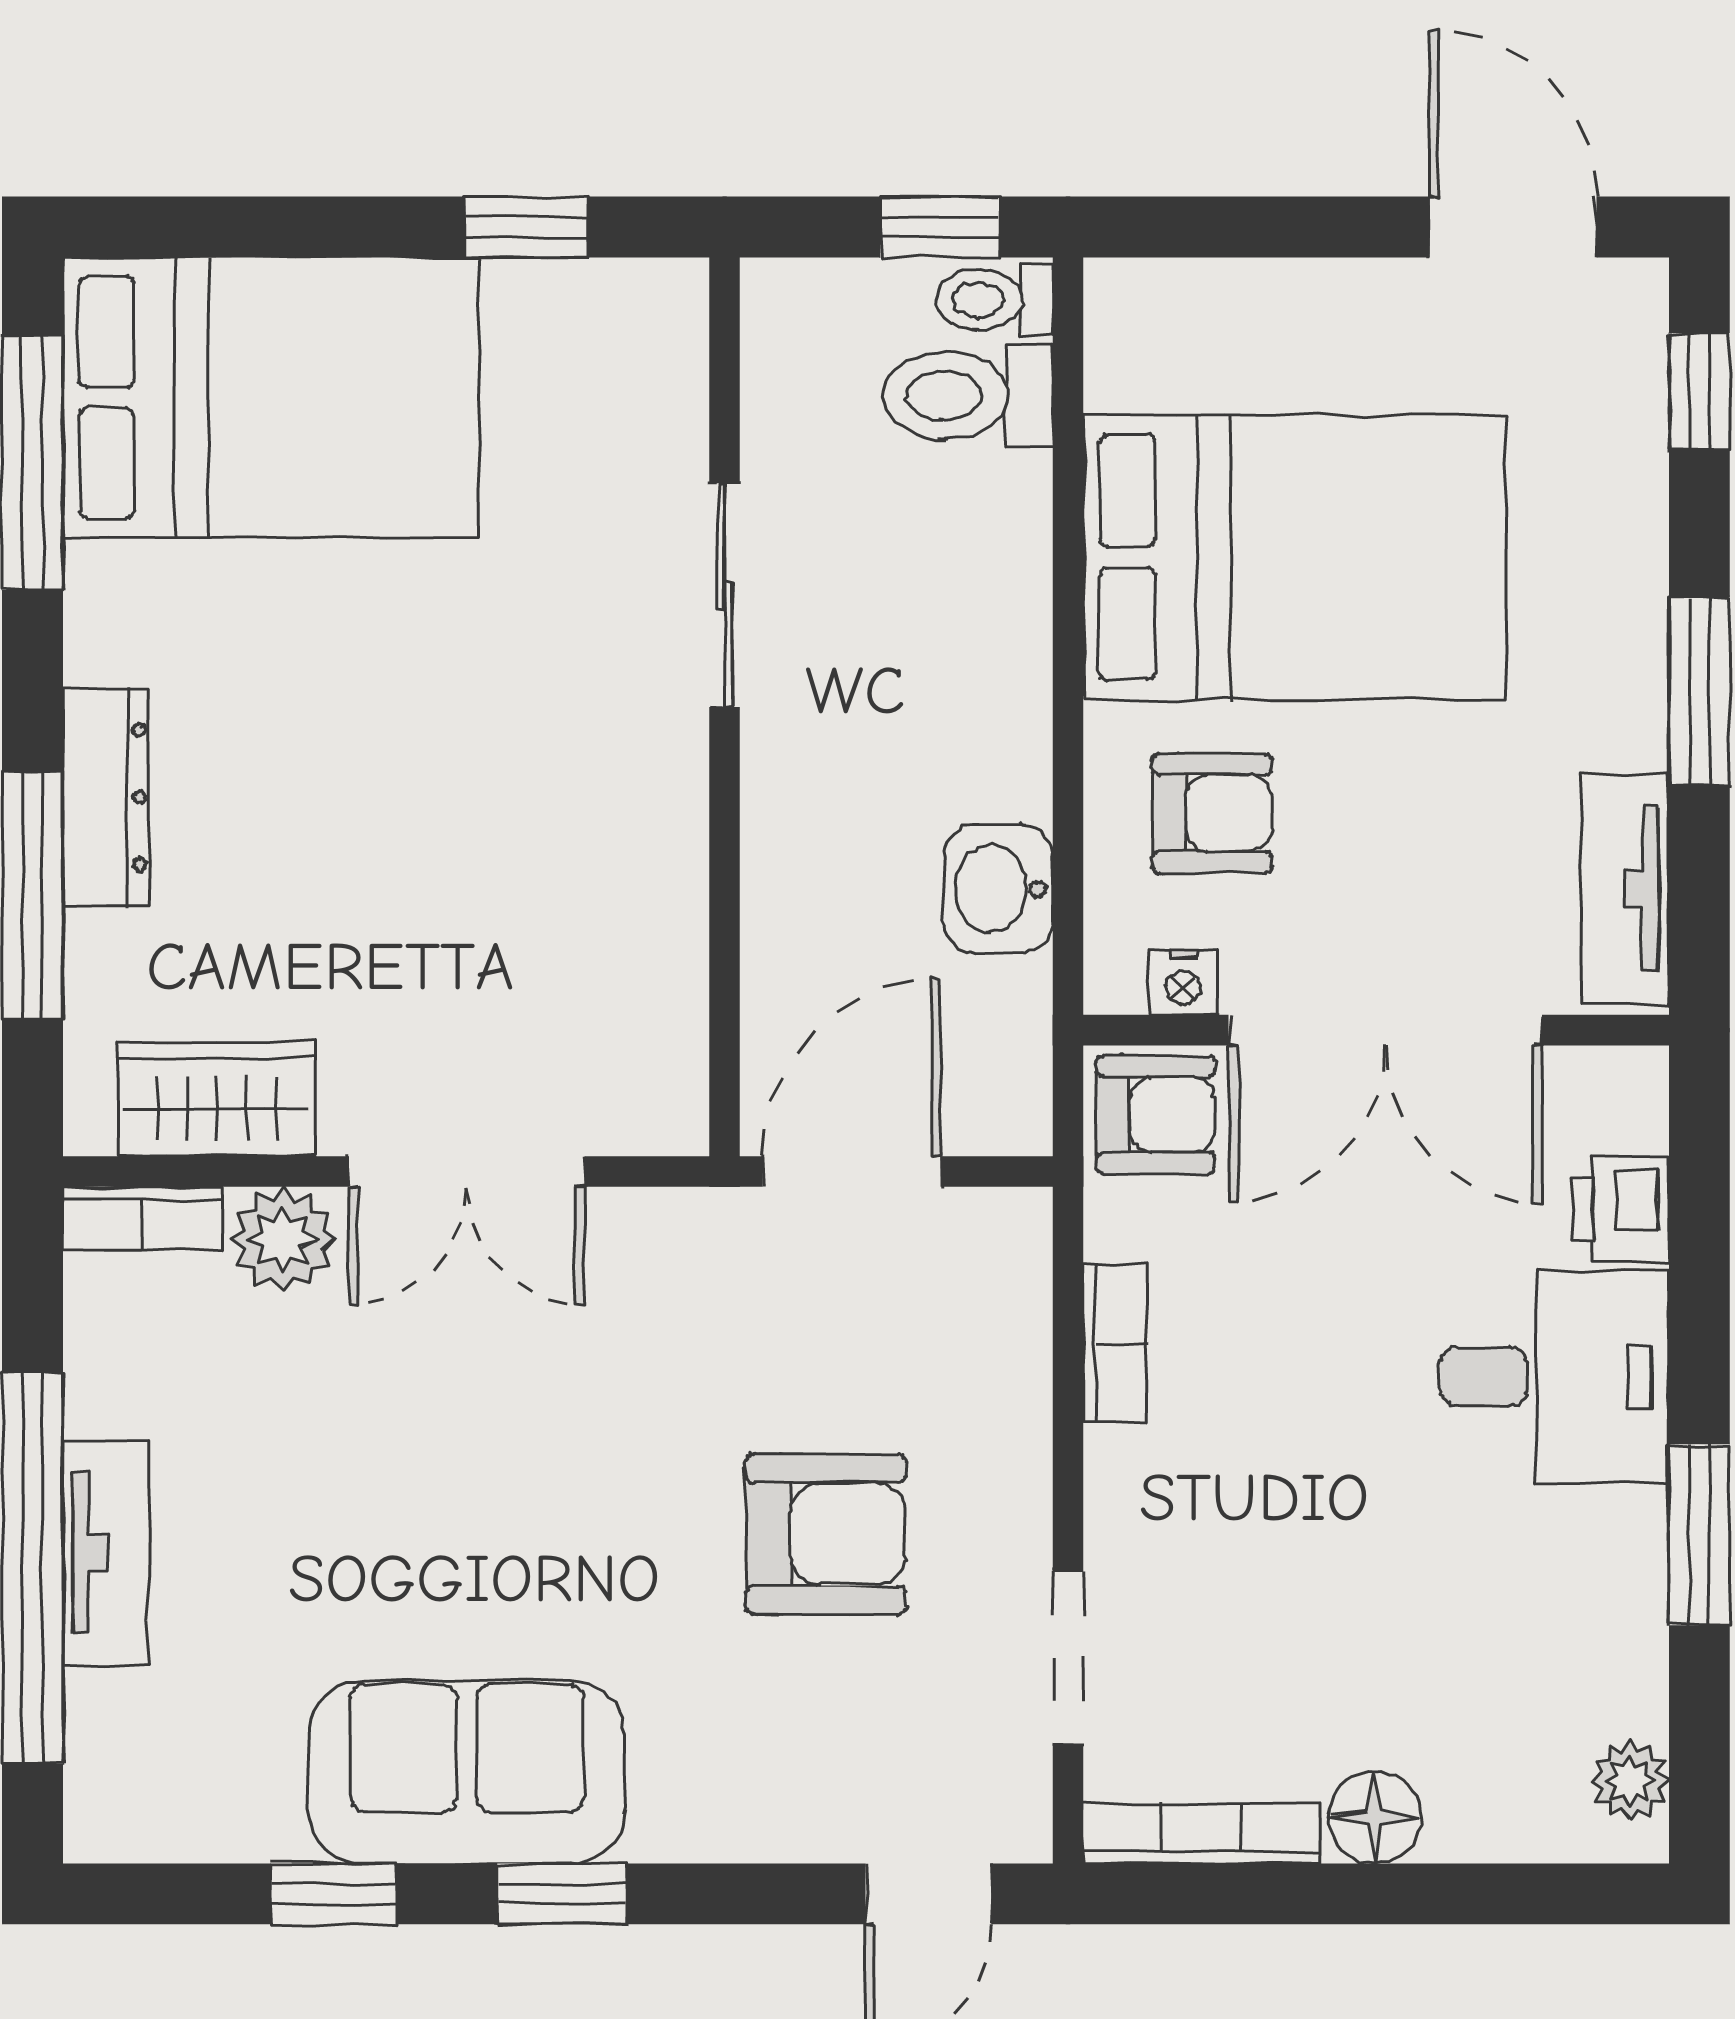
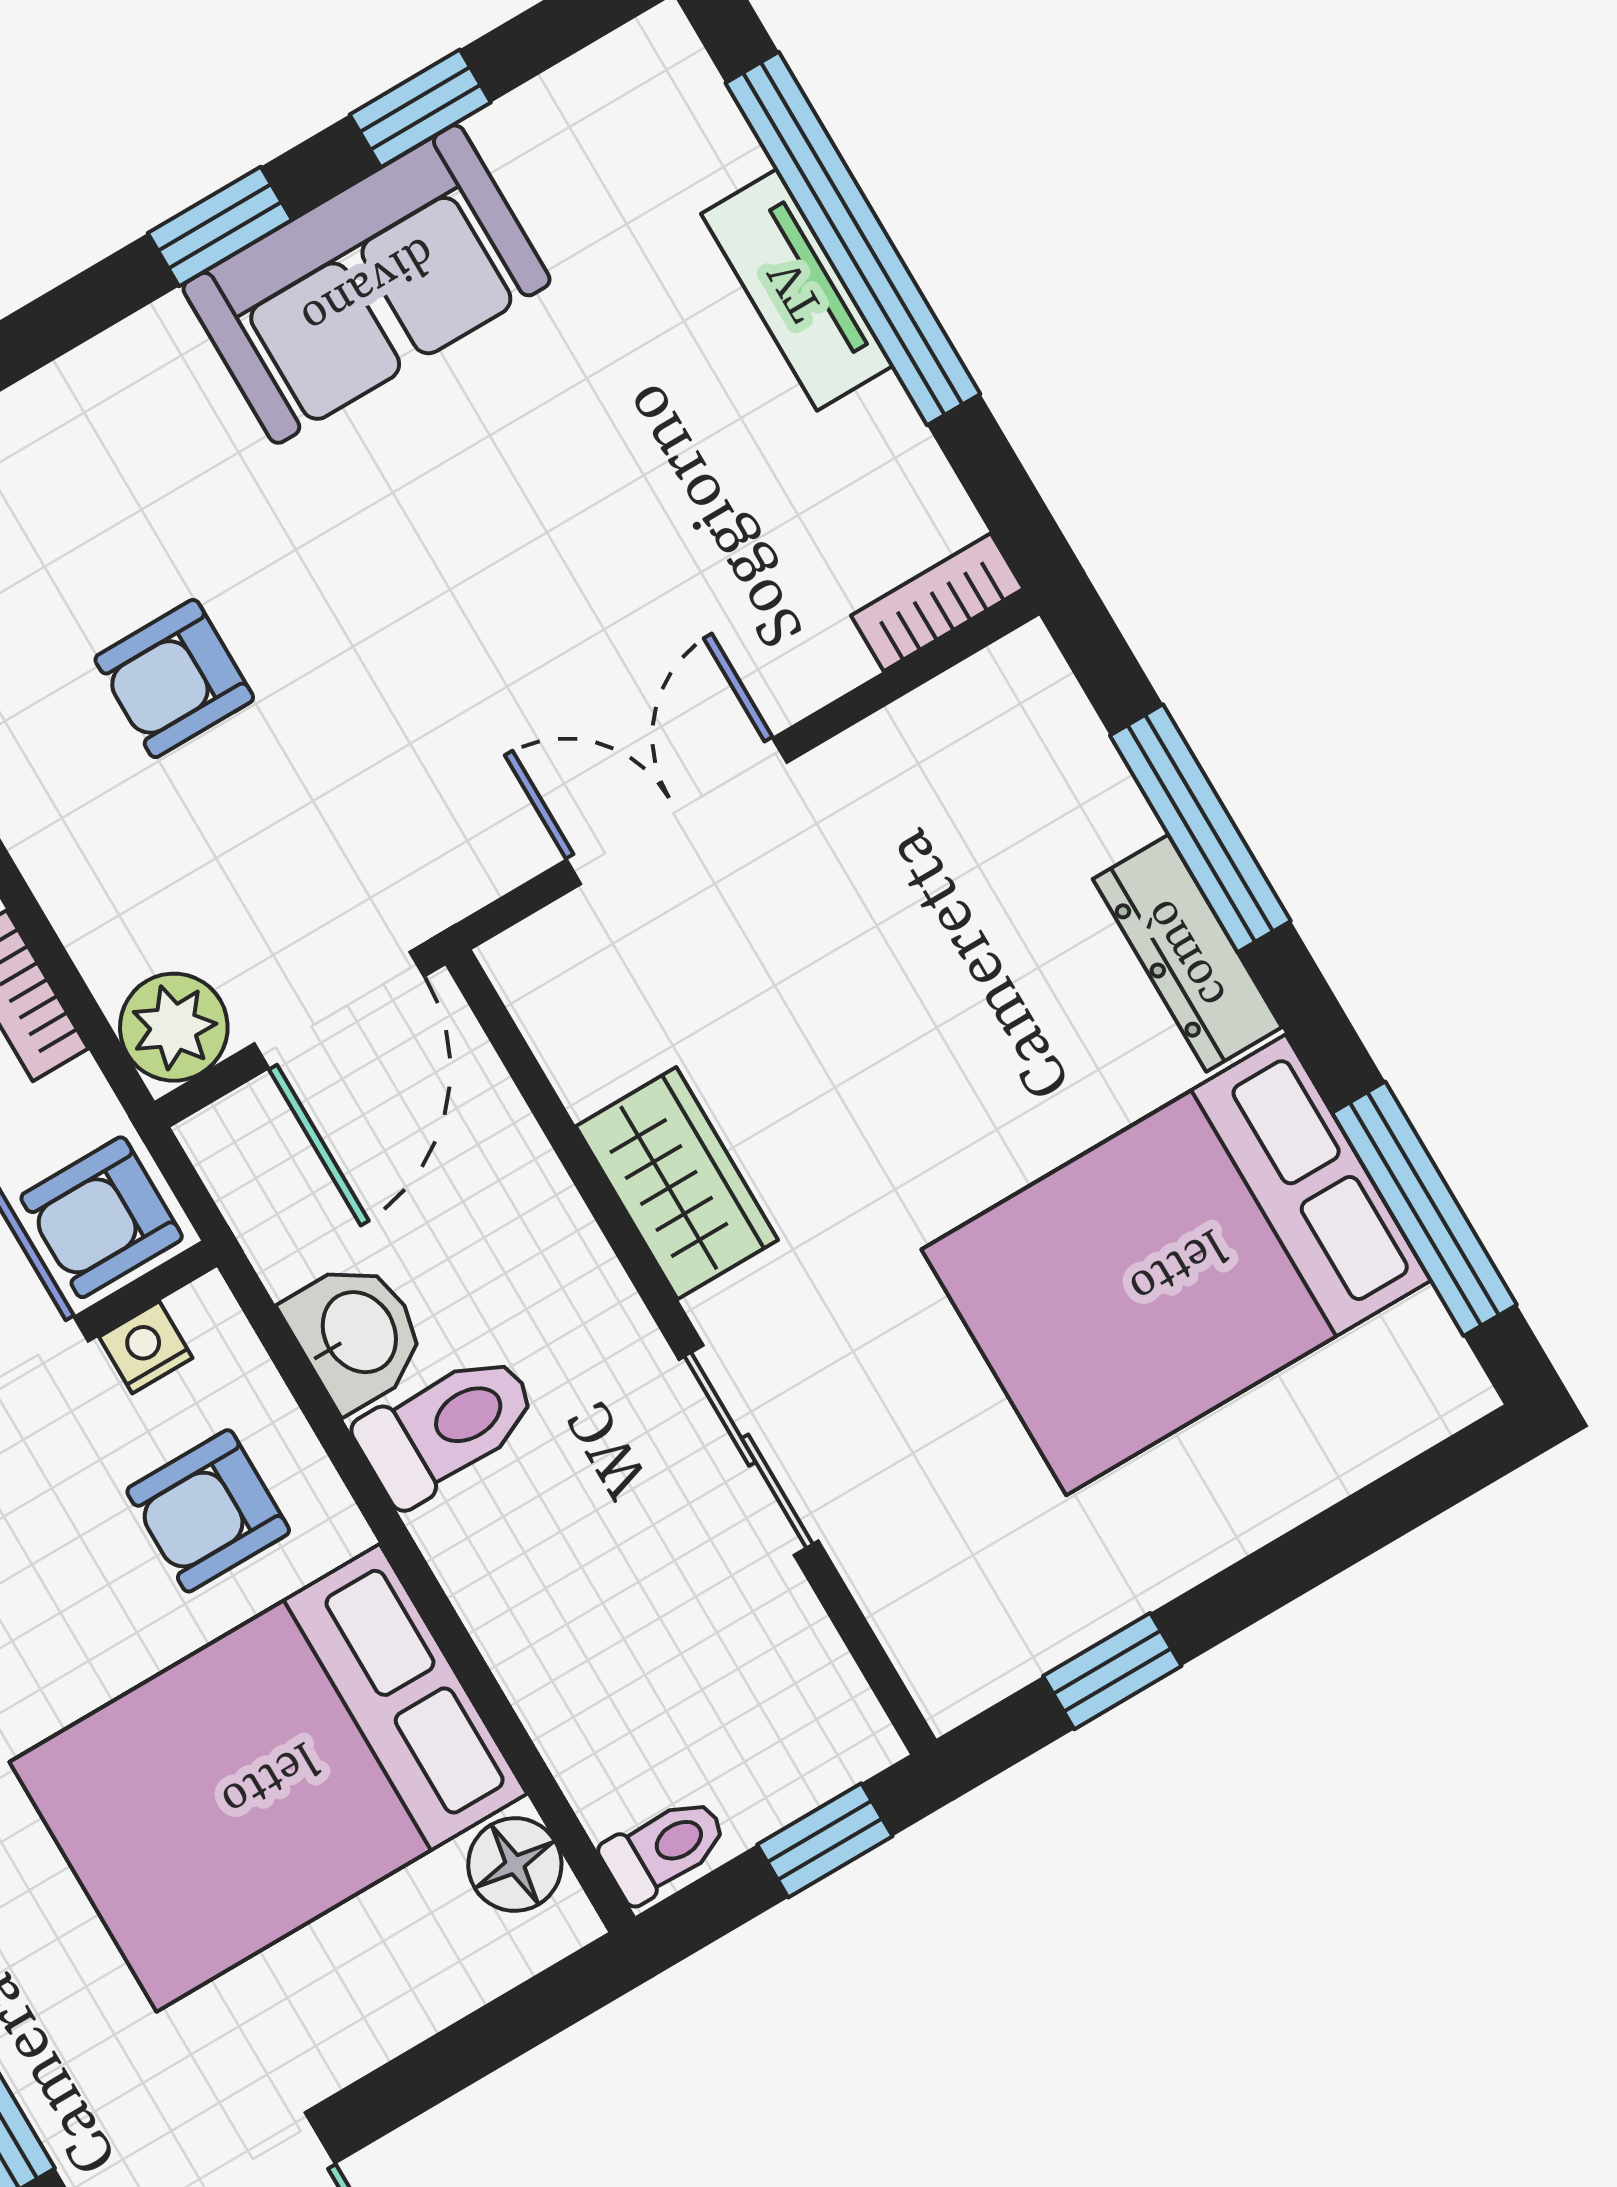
window: (940, 227) -> (825, 1840), moved
floor lamp: (1129, 361) -> (515, 1865), added
toilet: (968, 396) -> (447, 1427), moved
bed: (271, 398) -> (1176, 1265), moved
wardrobe: (217, 1099) -> (677, 1183), moved, turned -90
plant: (283, 1239) -> (174, 1027), moved
armchair: (826, 1534) -> (174, 679), width x0.72, depth x0.72

